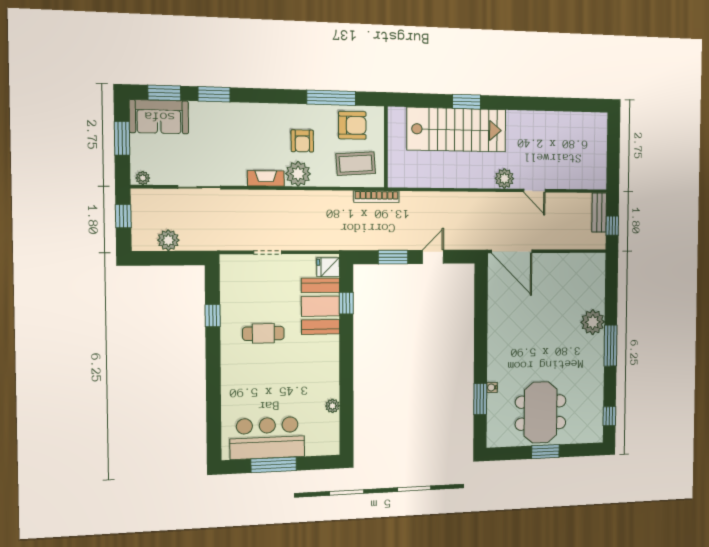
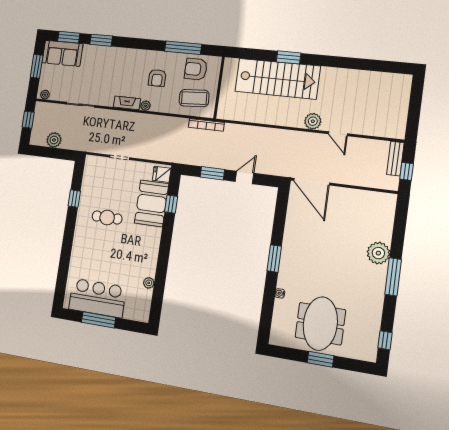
armchair: (352, 125) -> (196, 69), turned 180
plant: (298, 174) -> (145, 106), width x0.53, depth x0.53
window: (480, 399) -> (274, 259), moved

